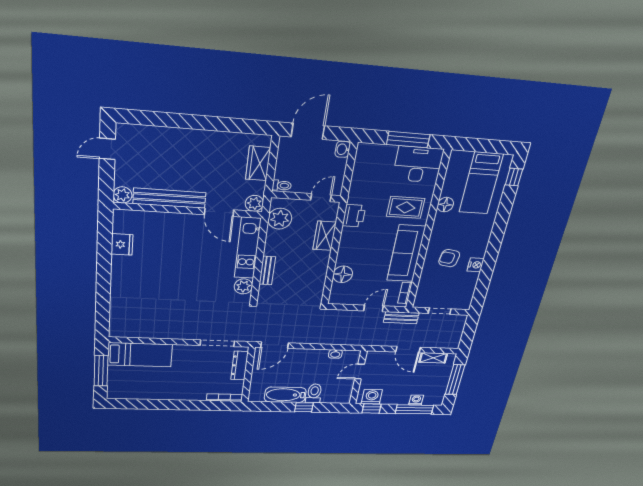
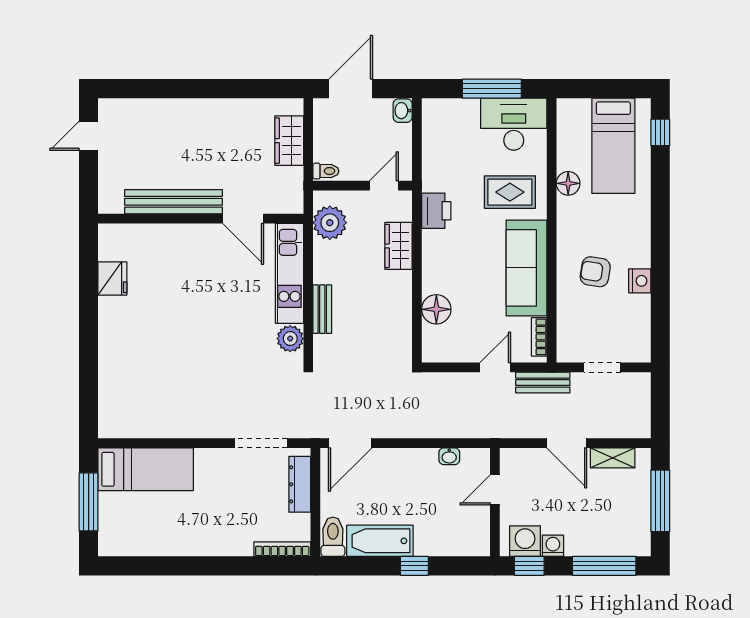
plant: (122, 195) -> (110, 202), removed
plant: (254, 203) -> (291, 201), removed
toilet: (314, 393) -> (333, 537), moved
washing machine: (416, 400) -> (553, 546), moved

